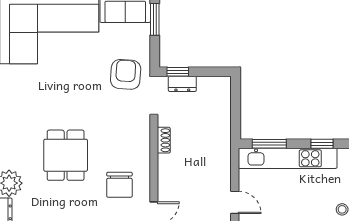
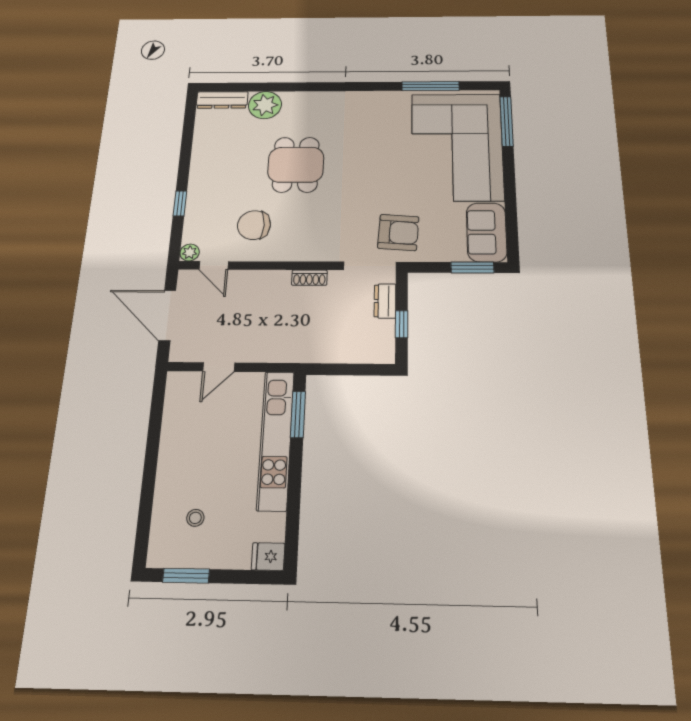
window: (178, 72) -> (402, 324), moved
window: (322, 144) -> (294, 490), removed
dining table: (66, 155) -> (296, 165), turned 90

